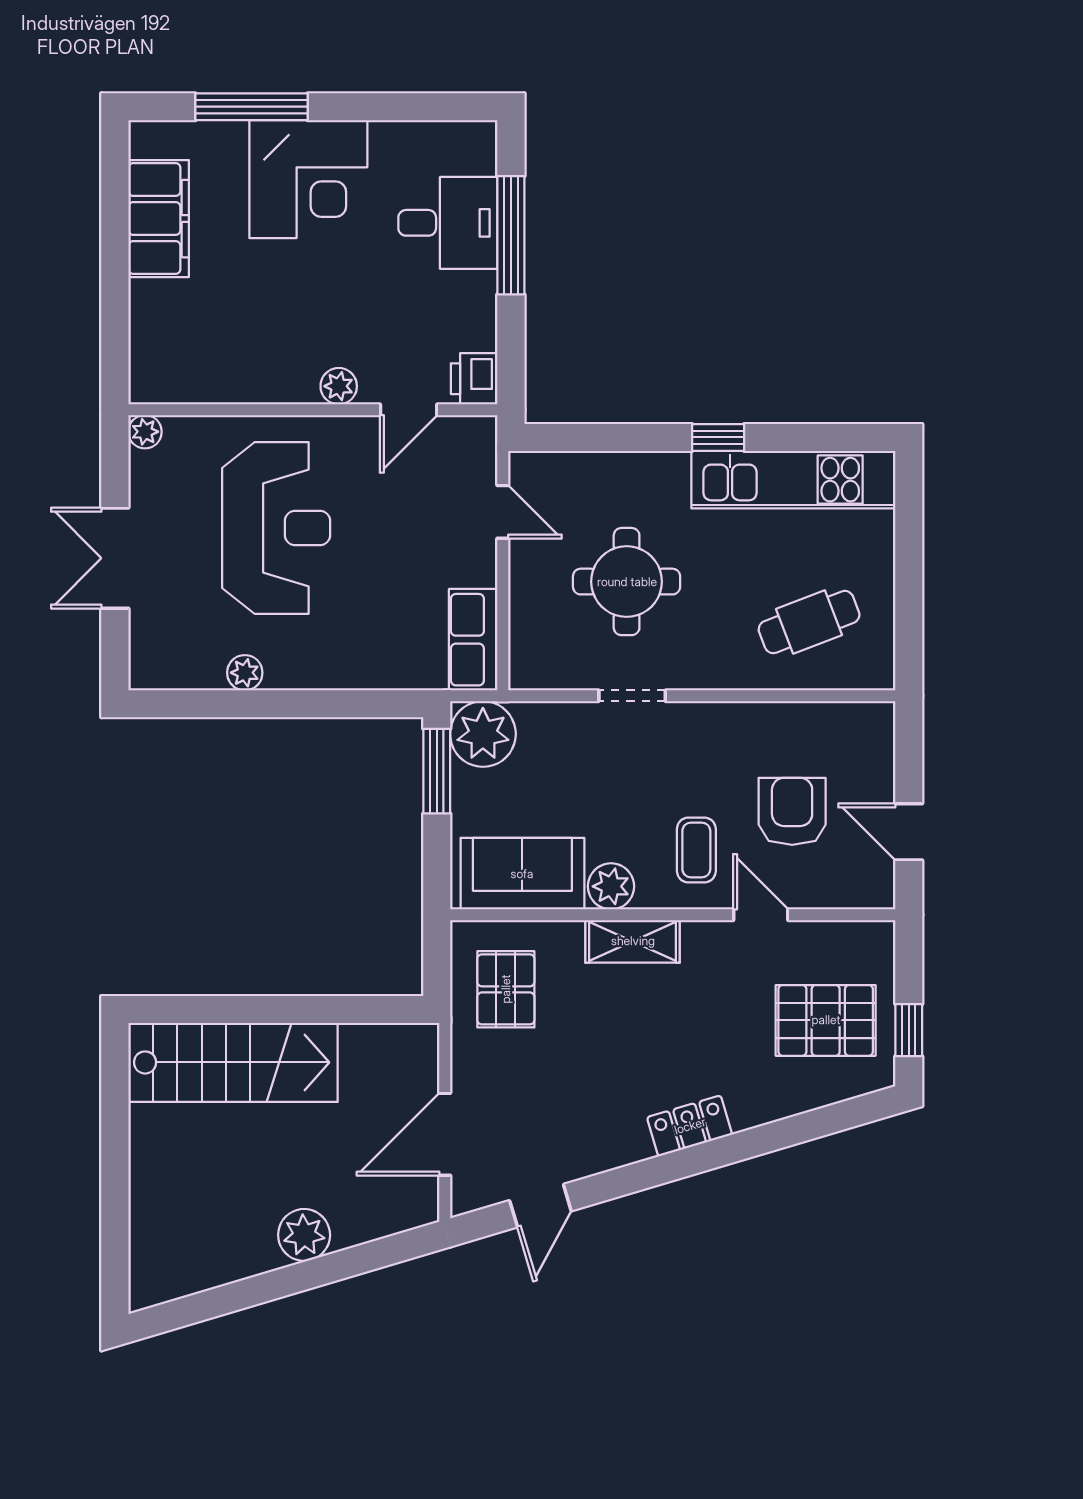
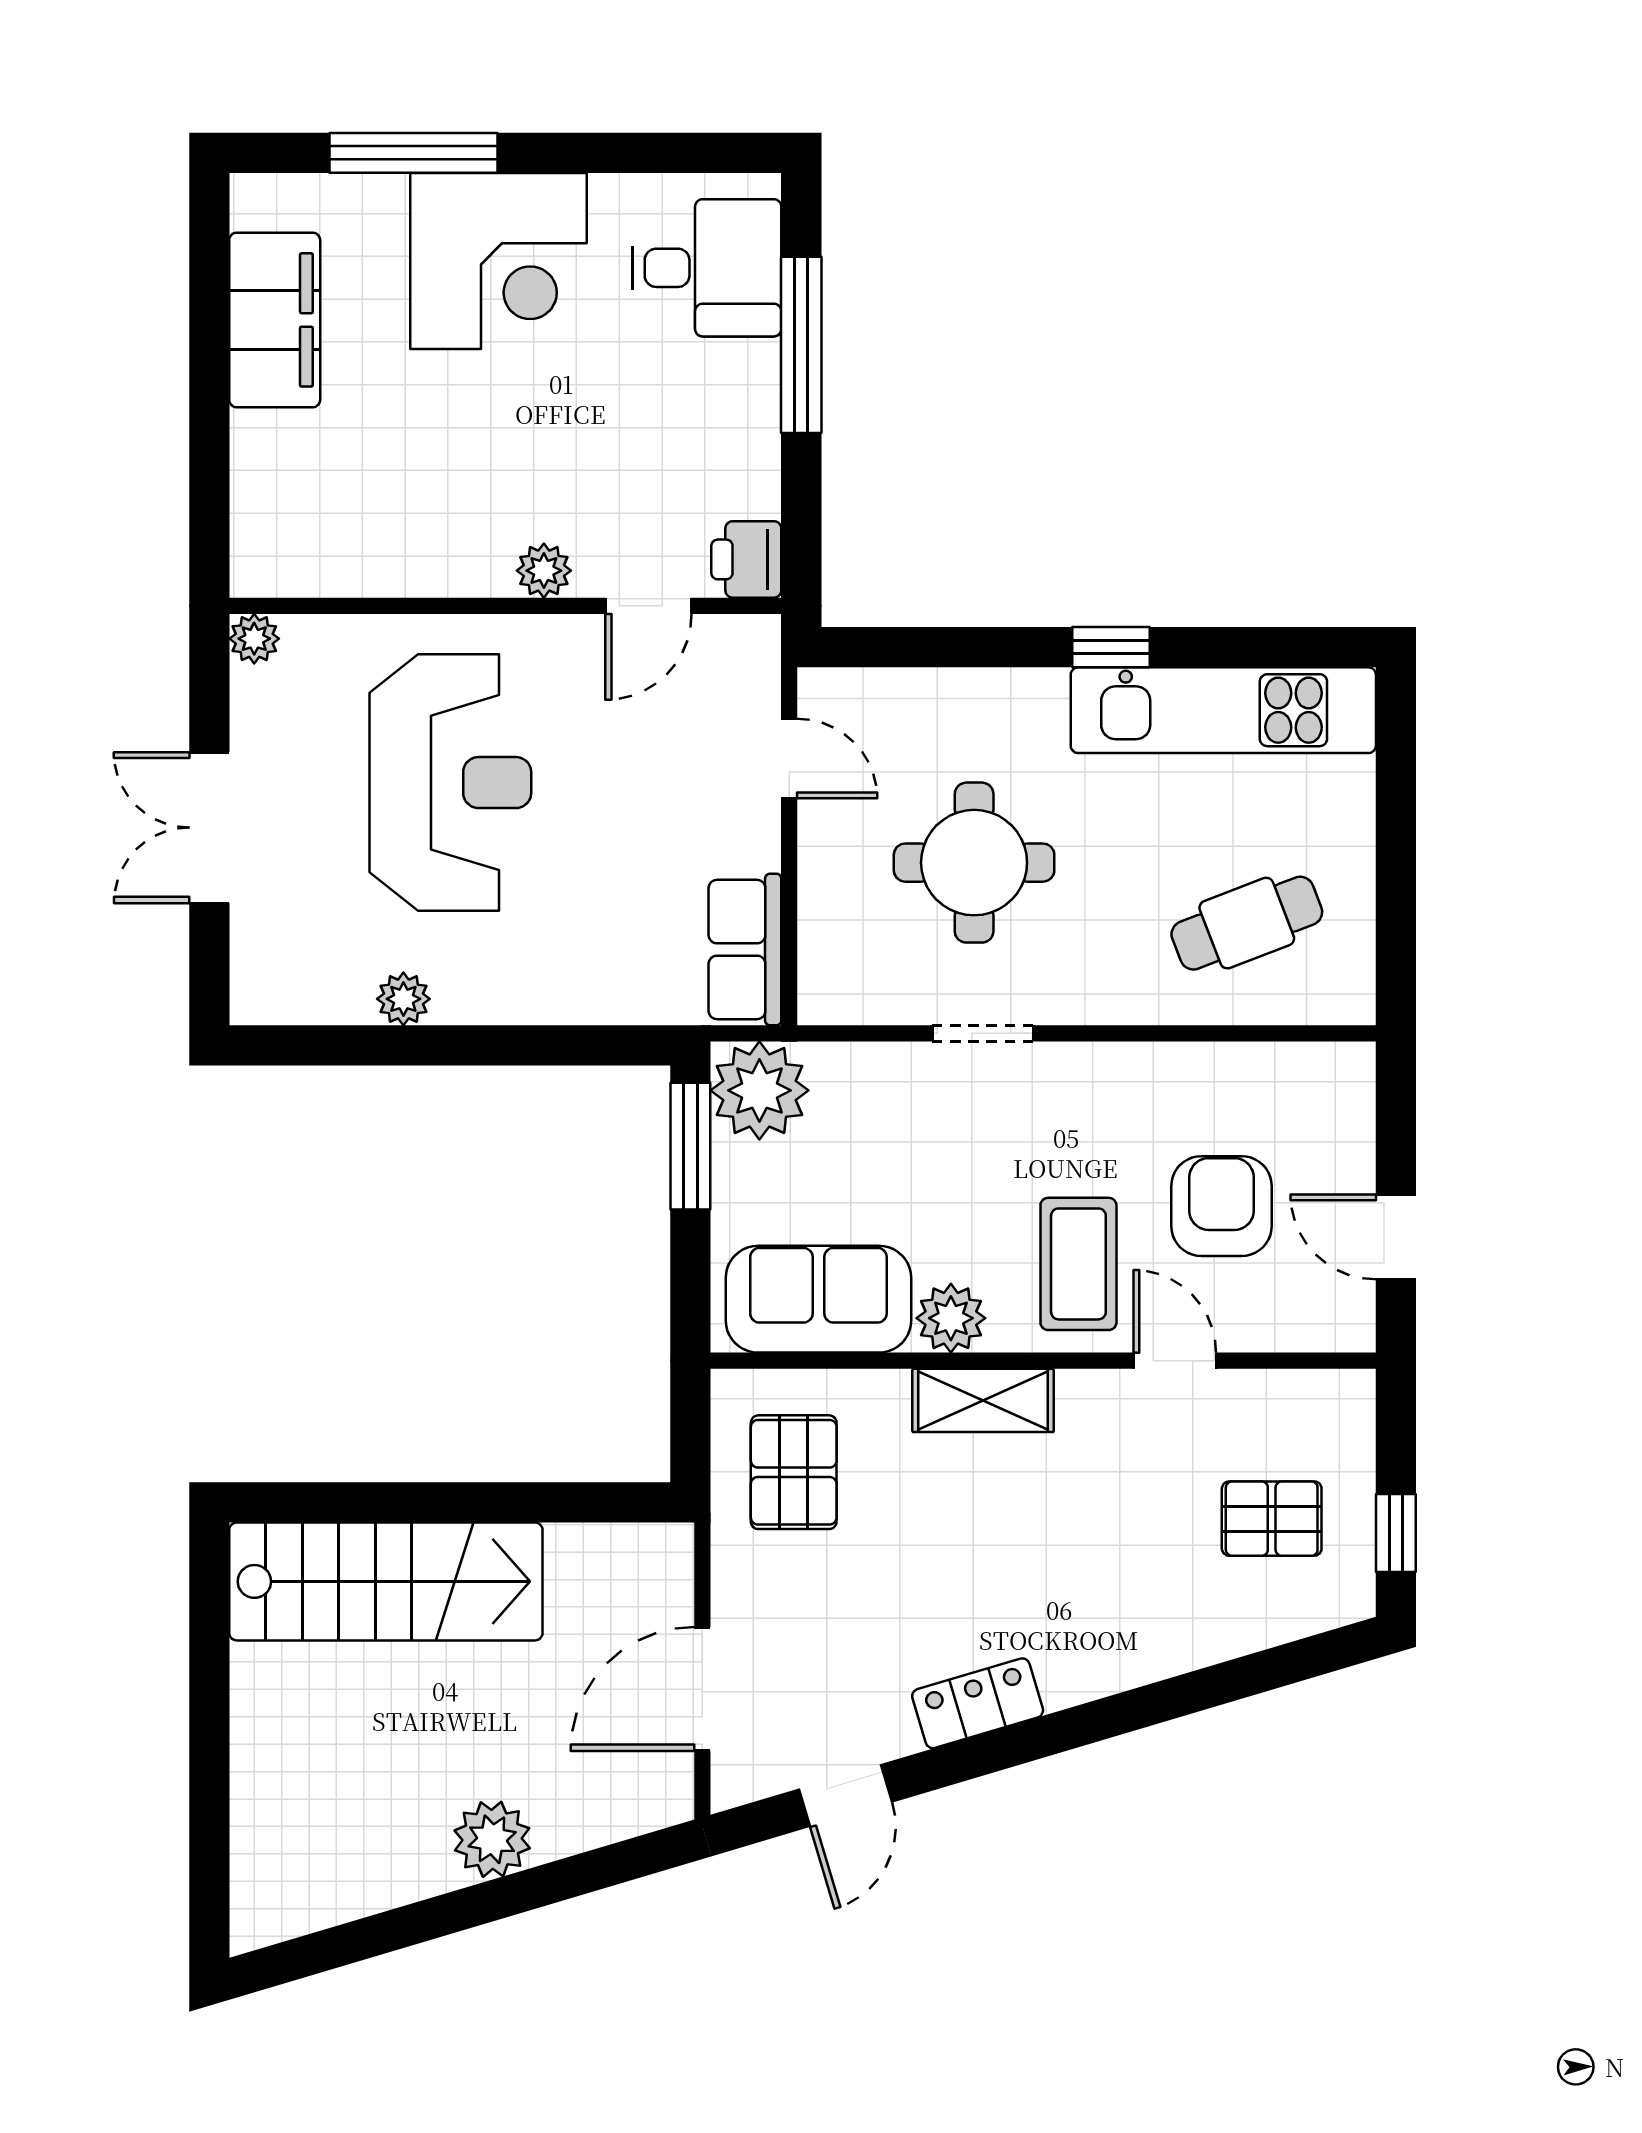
desk: (448, 223) -> (707, 268), moved
coffee table: (696, 850) -> (1078, 1264), width x1.36, depth x1.30
pallet: (826, 1020) -> (1272, 1519), width x0.67, depth x0.71
locker: (690, 1126) -> (978, 1703), moved

